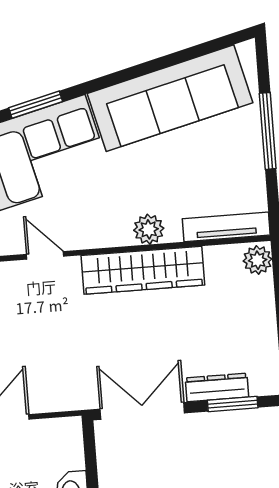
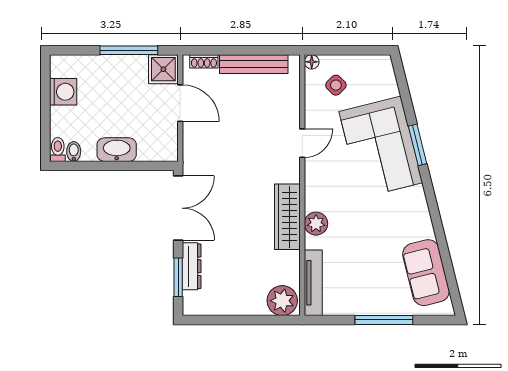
sofa: (170, 98) -> (426, 273), width x0.54, depth x0.79
plant: (258, 260) -> (282, 301), width x1.36, depth x1.36
wardrobe: (143, 270) -> (287, 217), width x0.71, depth x0.85

